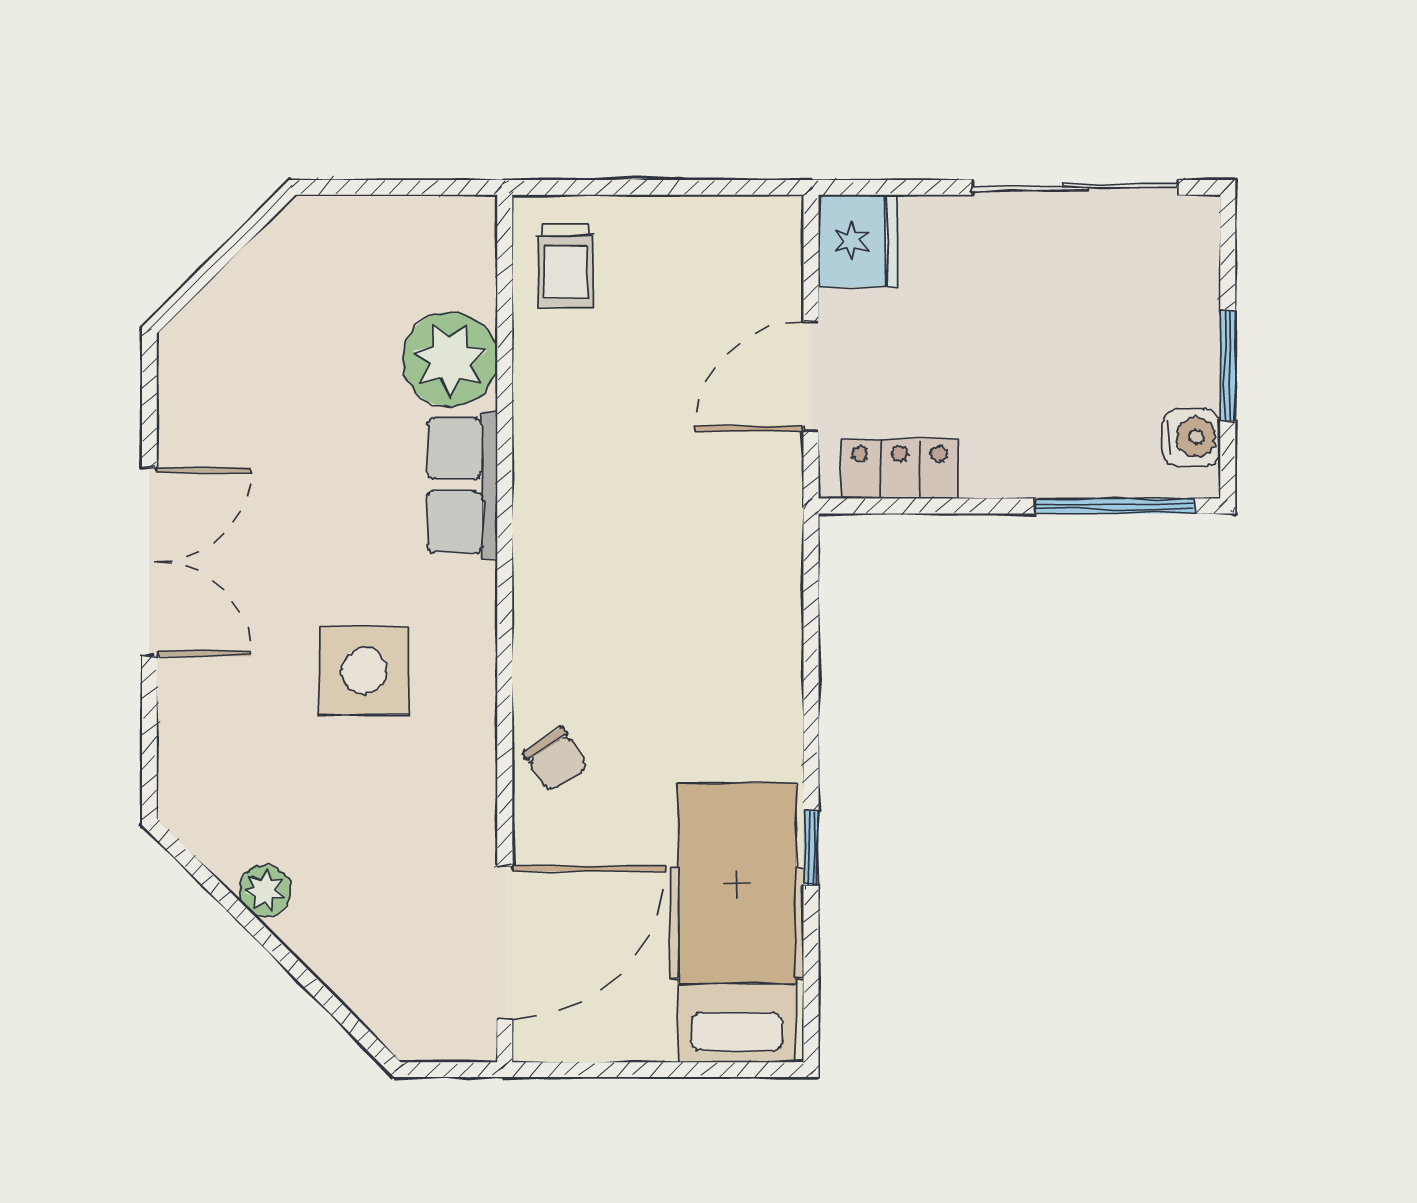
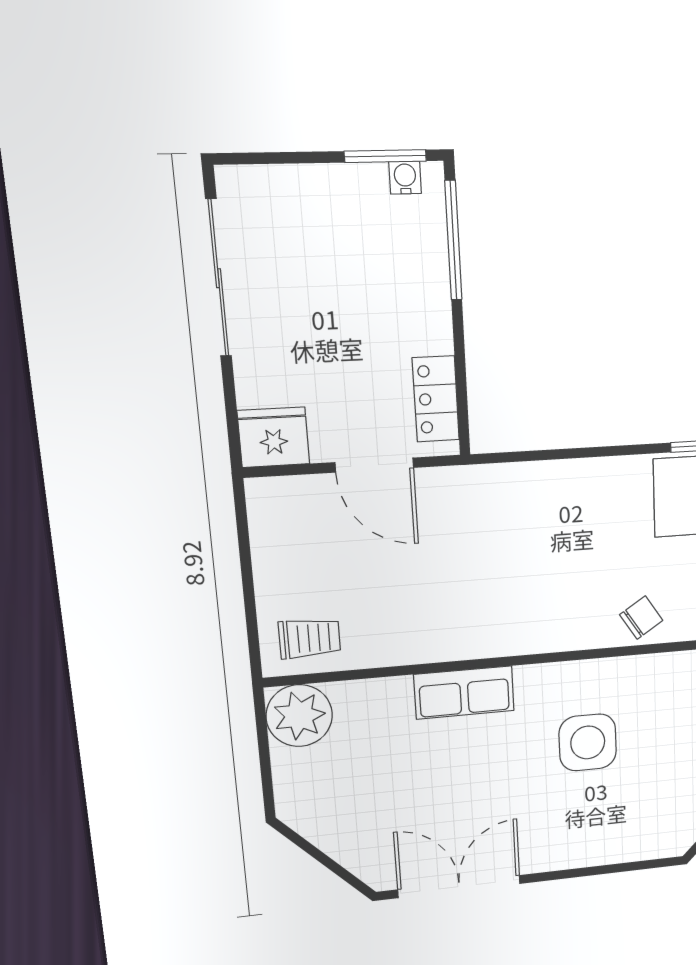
plant: (450, 359) -> (299, 716), moved
window: (1228, 366) -> (385, 156), moved
water cooler: (1191, 437) -> (405, 178), width x0.72, depth x0.72
double door: (149, 562) -> (459, 887), moved

